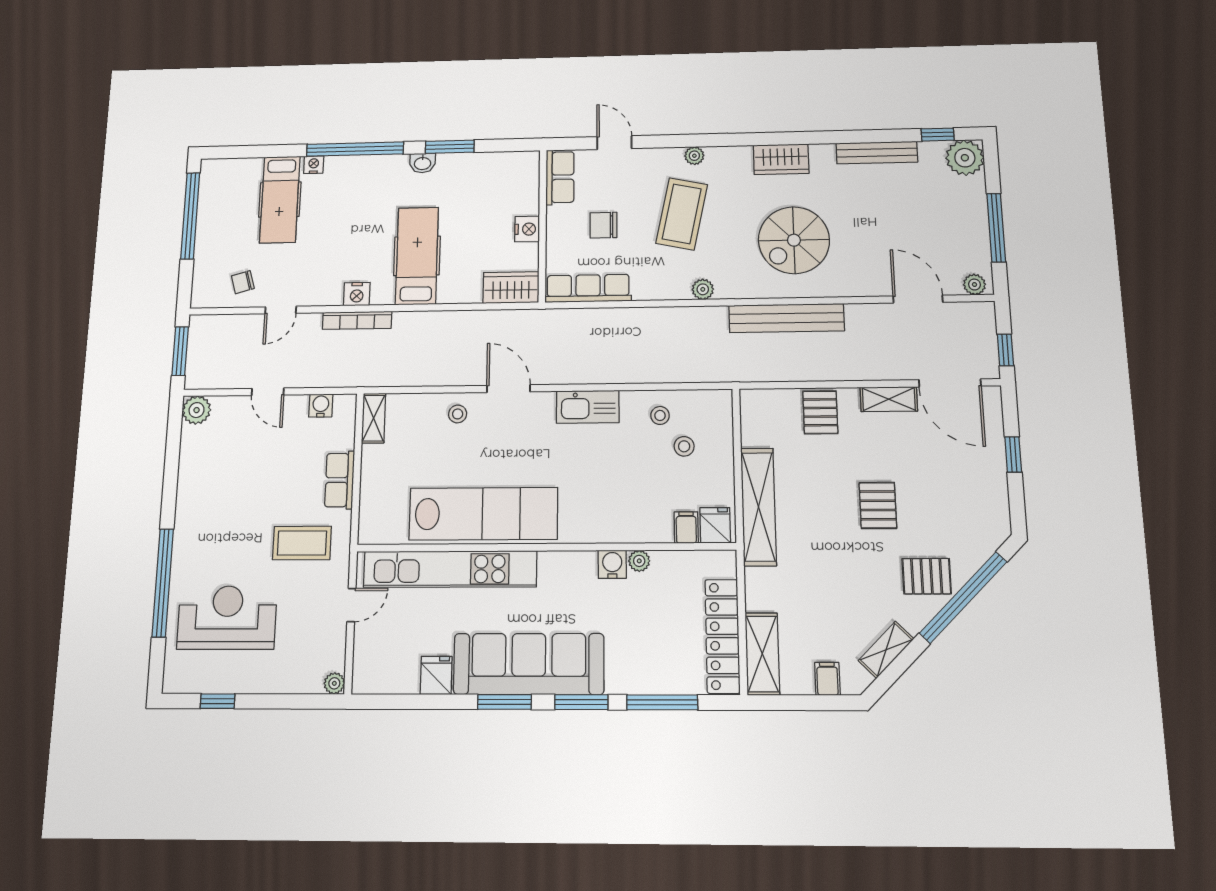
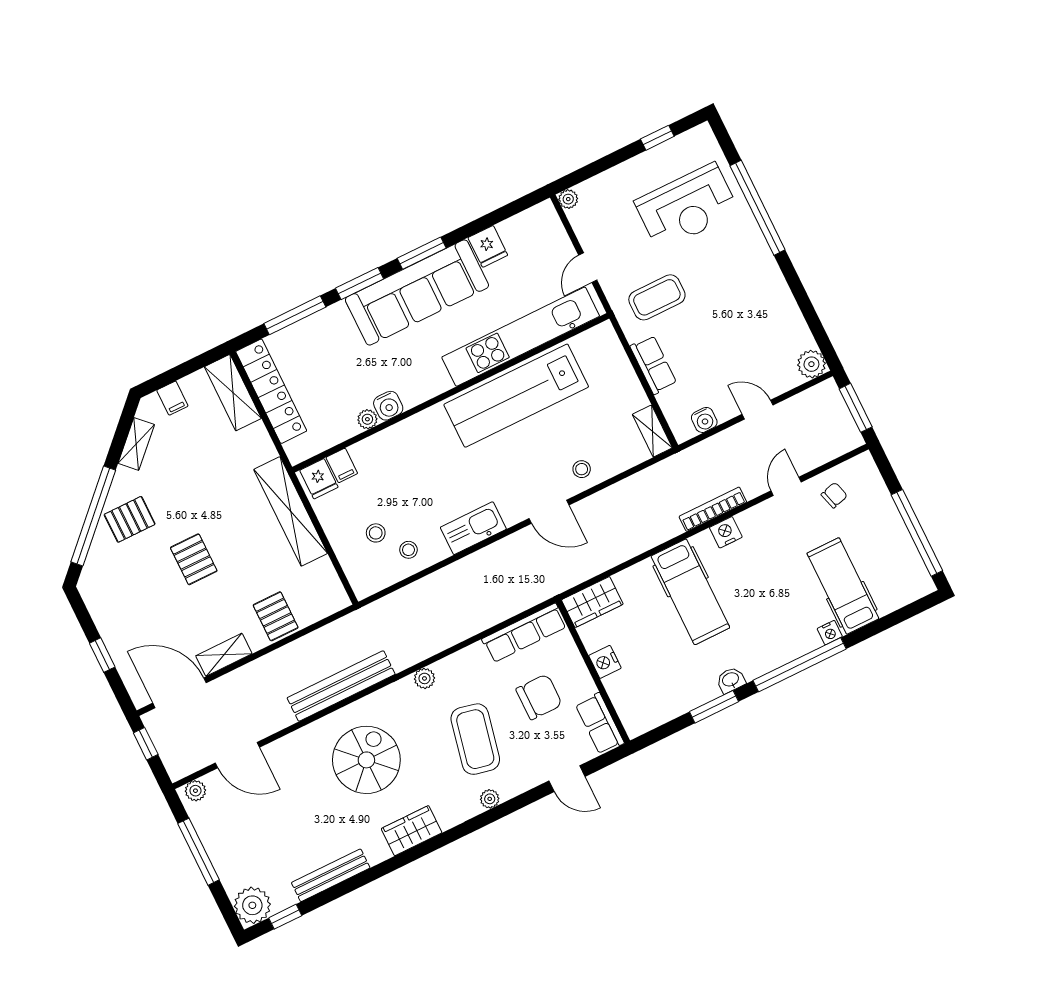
chair: (603, 225) -> (539, 697), width x1.37, depth x1.37

